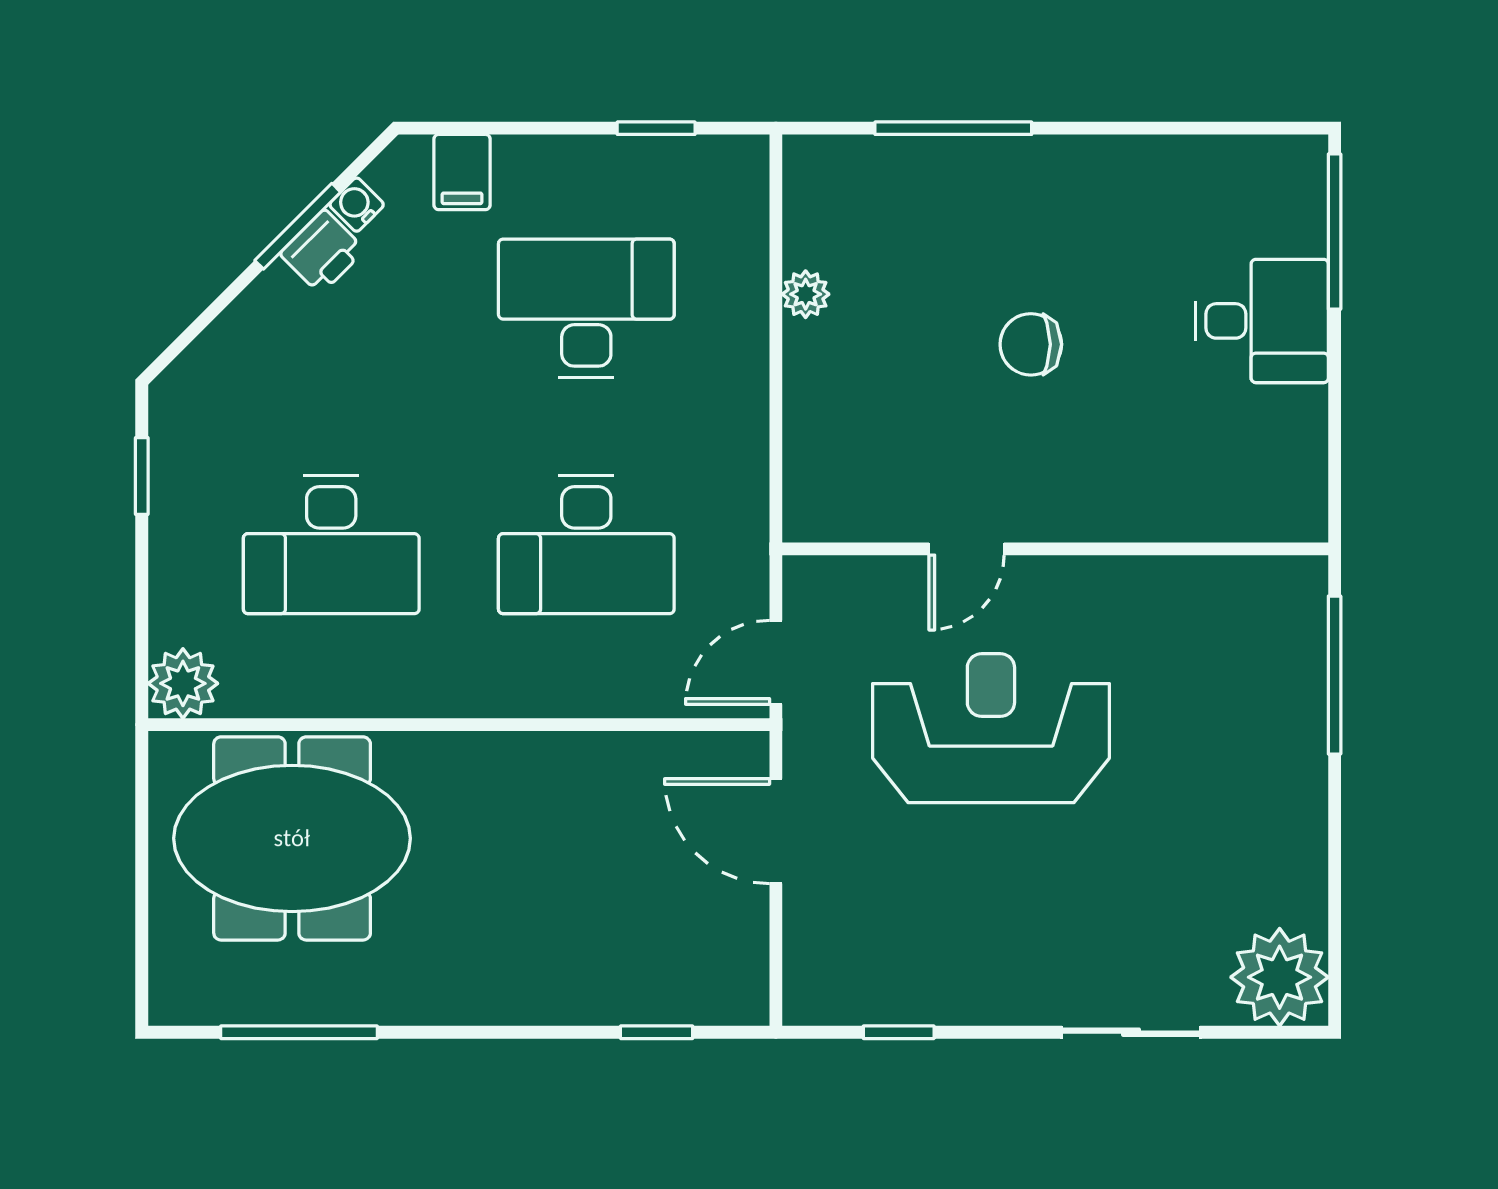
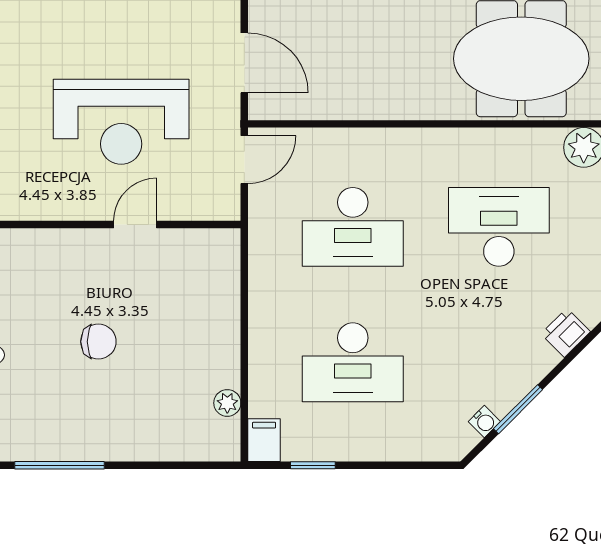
window: (953, 128) -> (59, 465), moved
filing cabinet: (462, 172) -> (264, 440), moved
printer: (322, 252) -> (566, 333), moved
plant: (806, 294) -> (227, 403), moved
desk: (586, 545) -> (353, 227), turned 180

